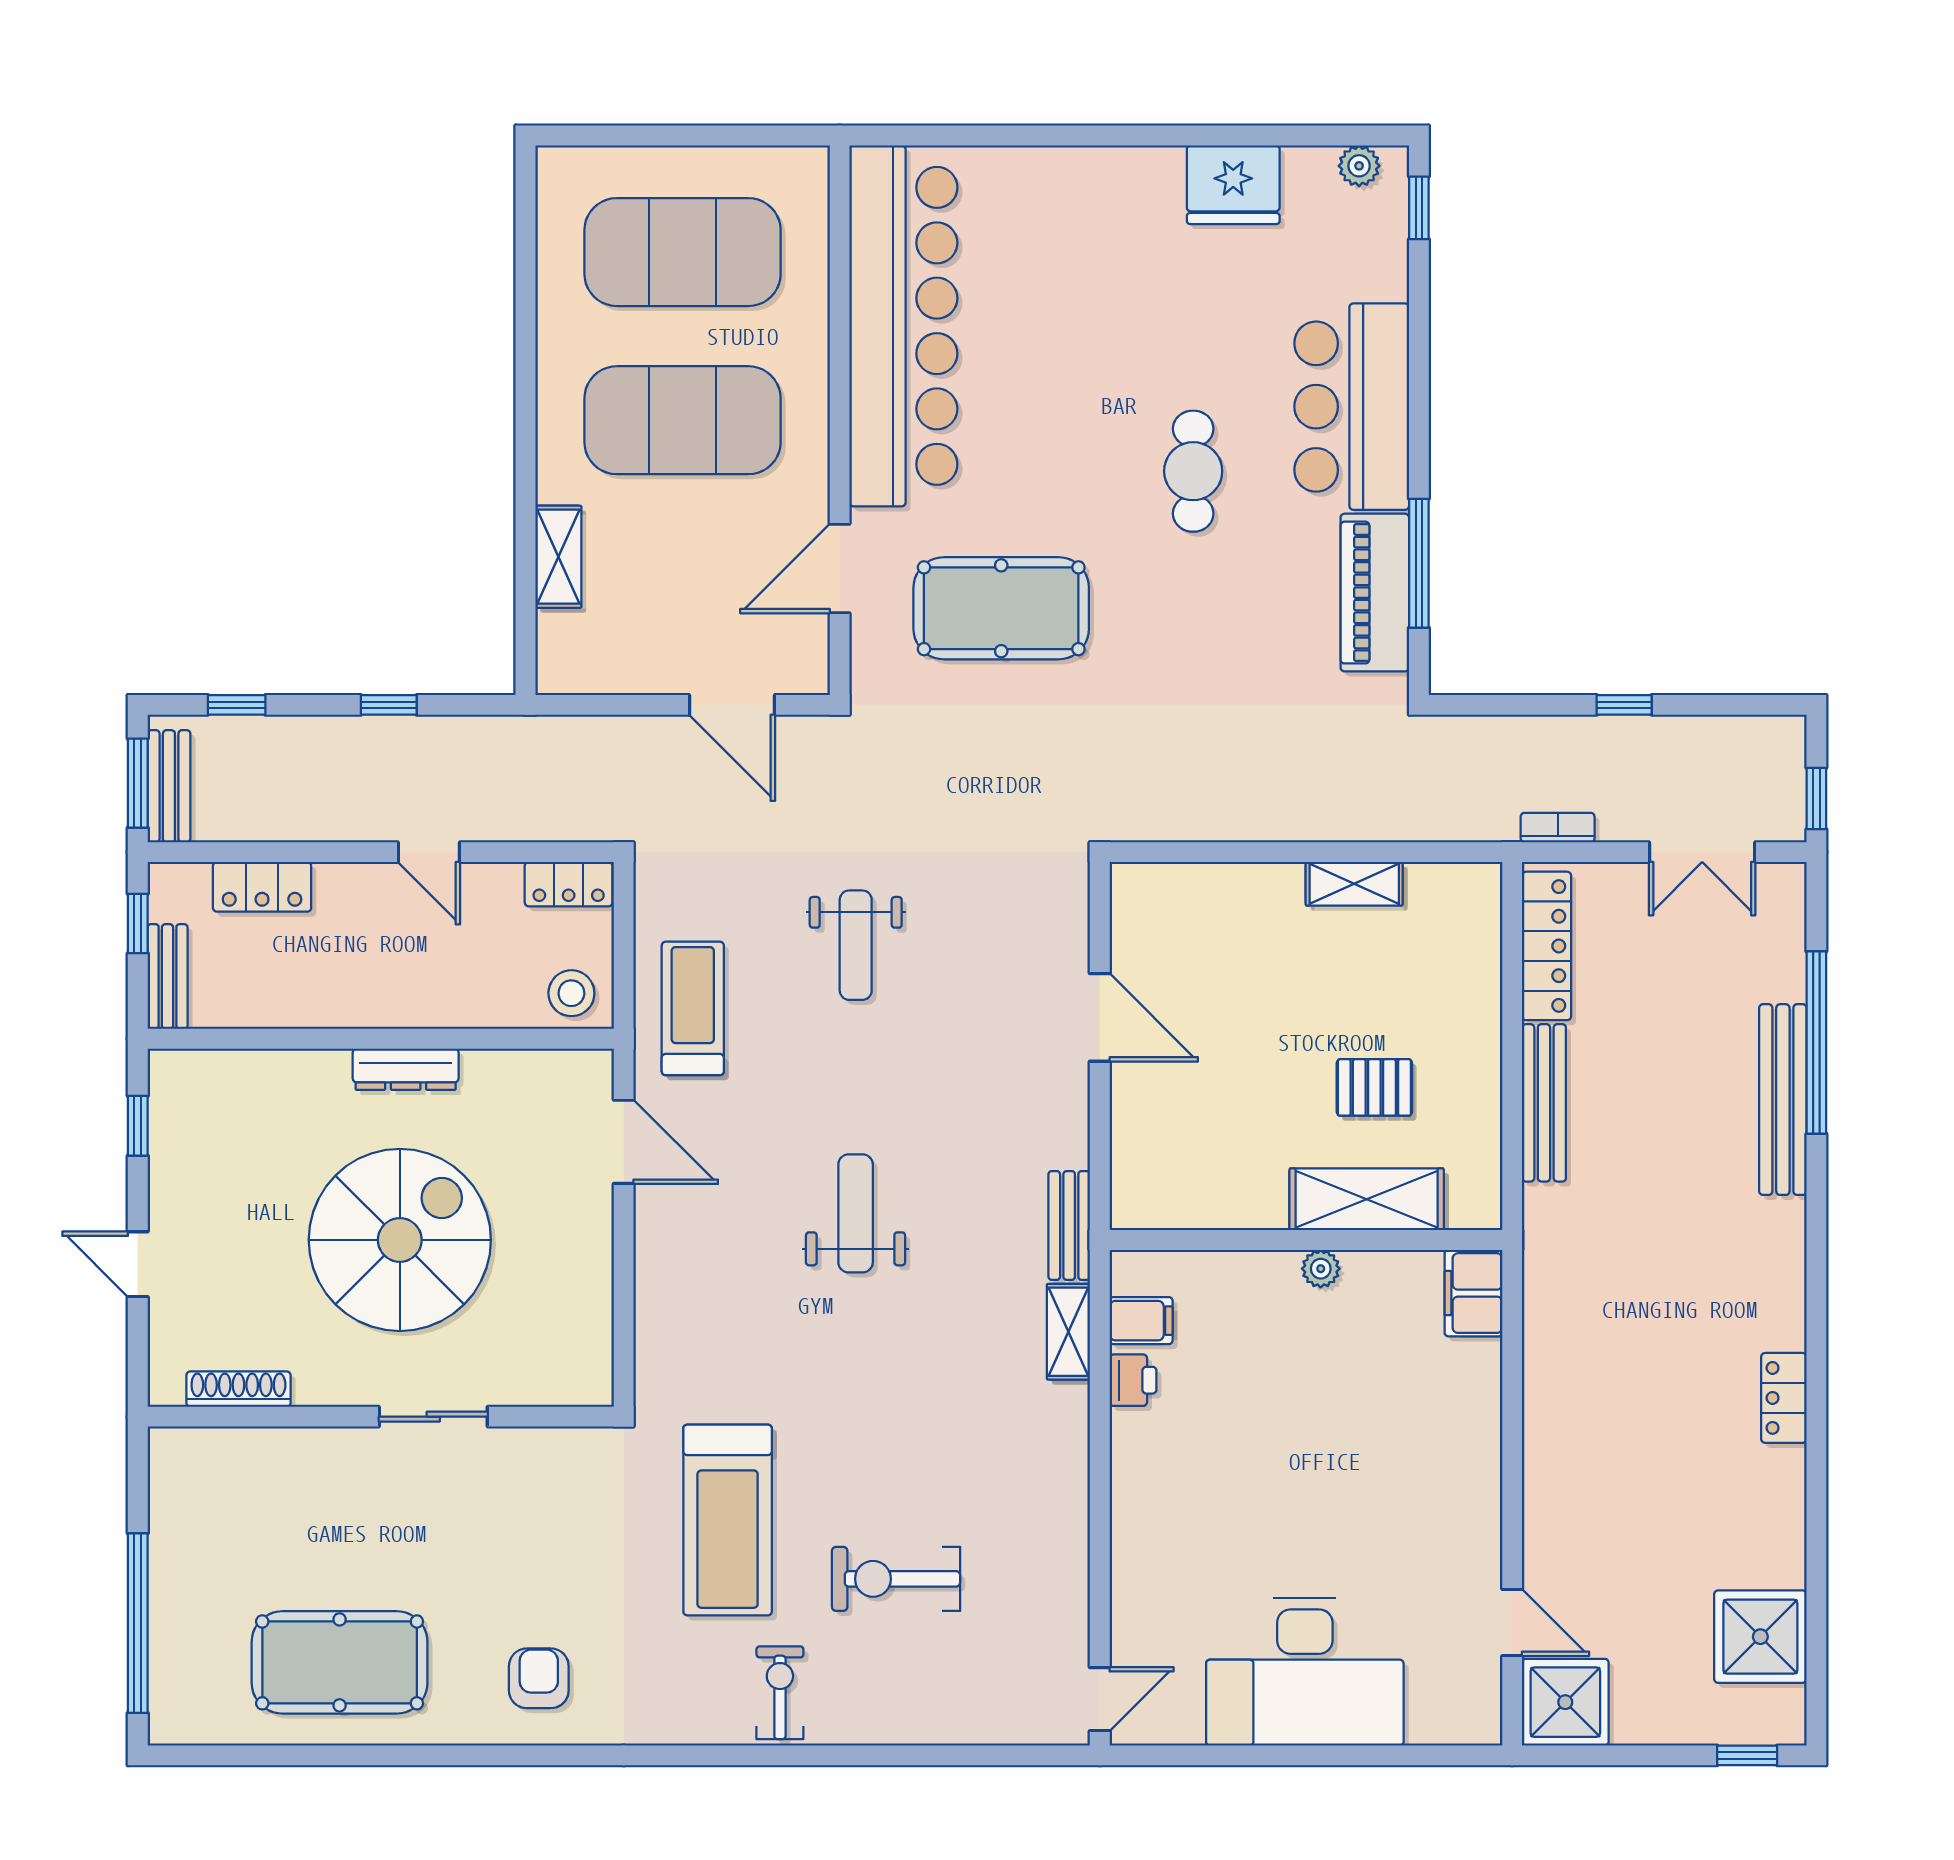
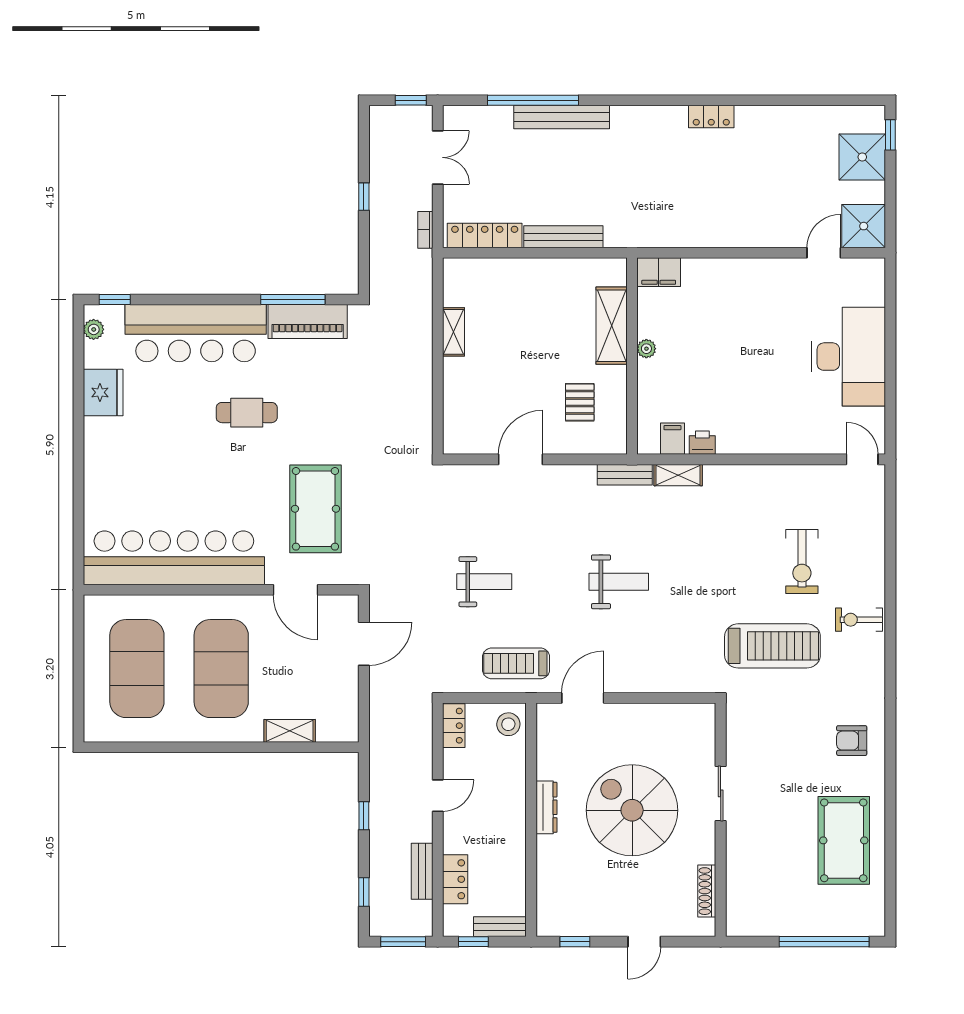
bar counter: (1352, 407) -> (196, 333), width x1.36
bench: (169, 786) -> (422, 871), moved, turned 90
pallet: (1374, 1087) -> (580, 402), moved
weight bench: (856, 1213) -> (619, 582), turned 180
shower: (1760, 1637) -> (862, 157), moved

